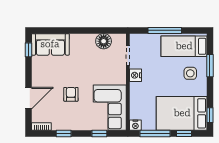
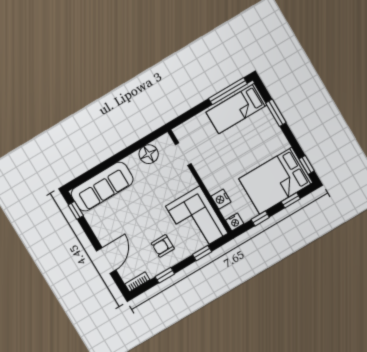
window: (165, 30) -> (228, 91), moved
sofa: (50, 44) -> (102, 187), width x1.36
side table: (190, 73) -> (260, 133), removed
nightstand: (136, 75) -> (221, 199), moved
armchair: (71, 94) -> (163, 246), moved, turned -90
window: (155, 133) -> (260, 218), width x0.46

